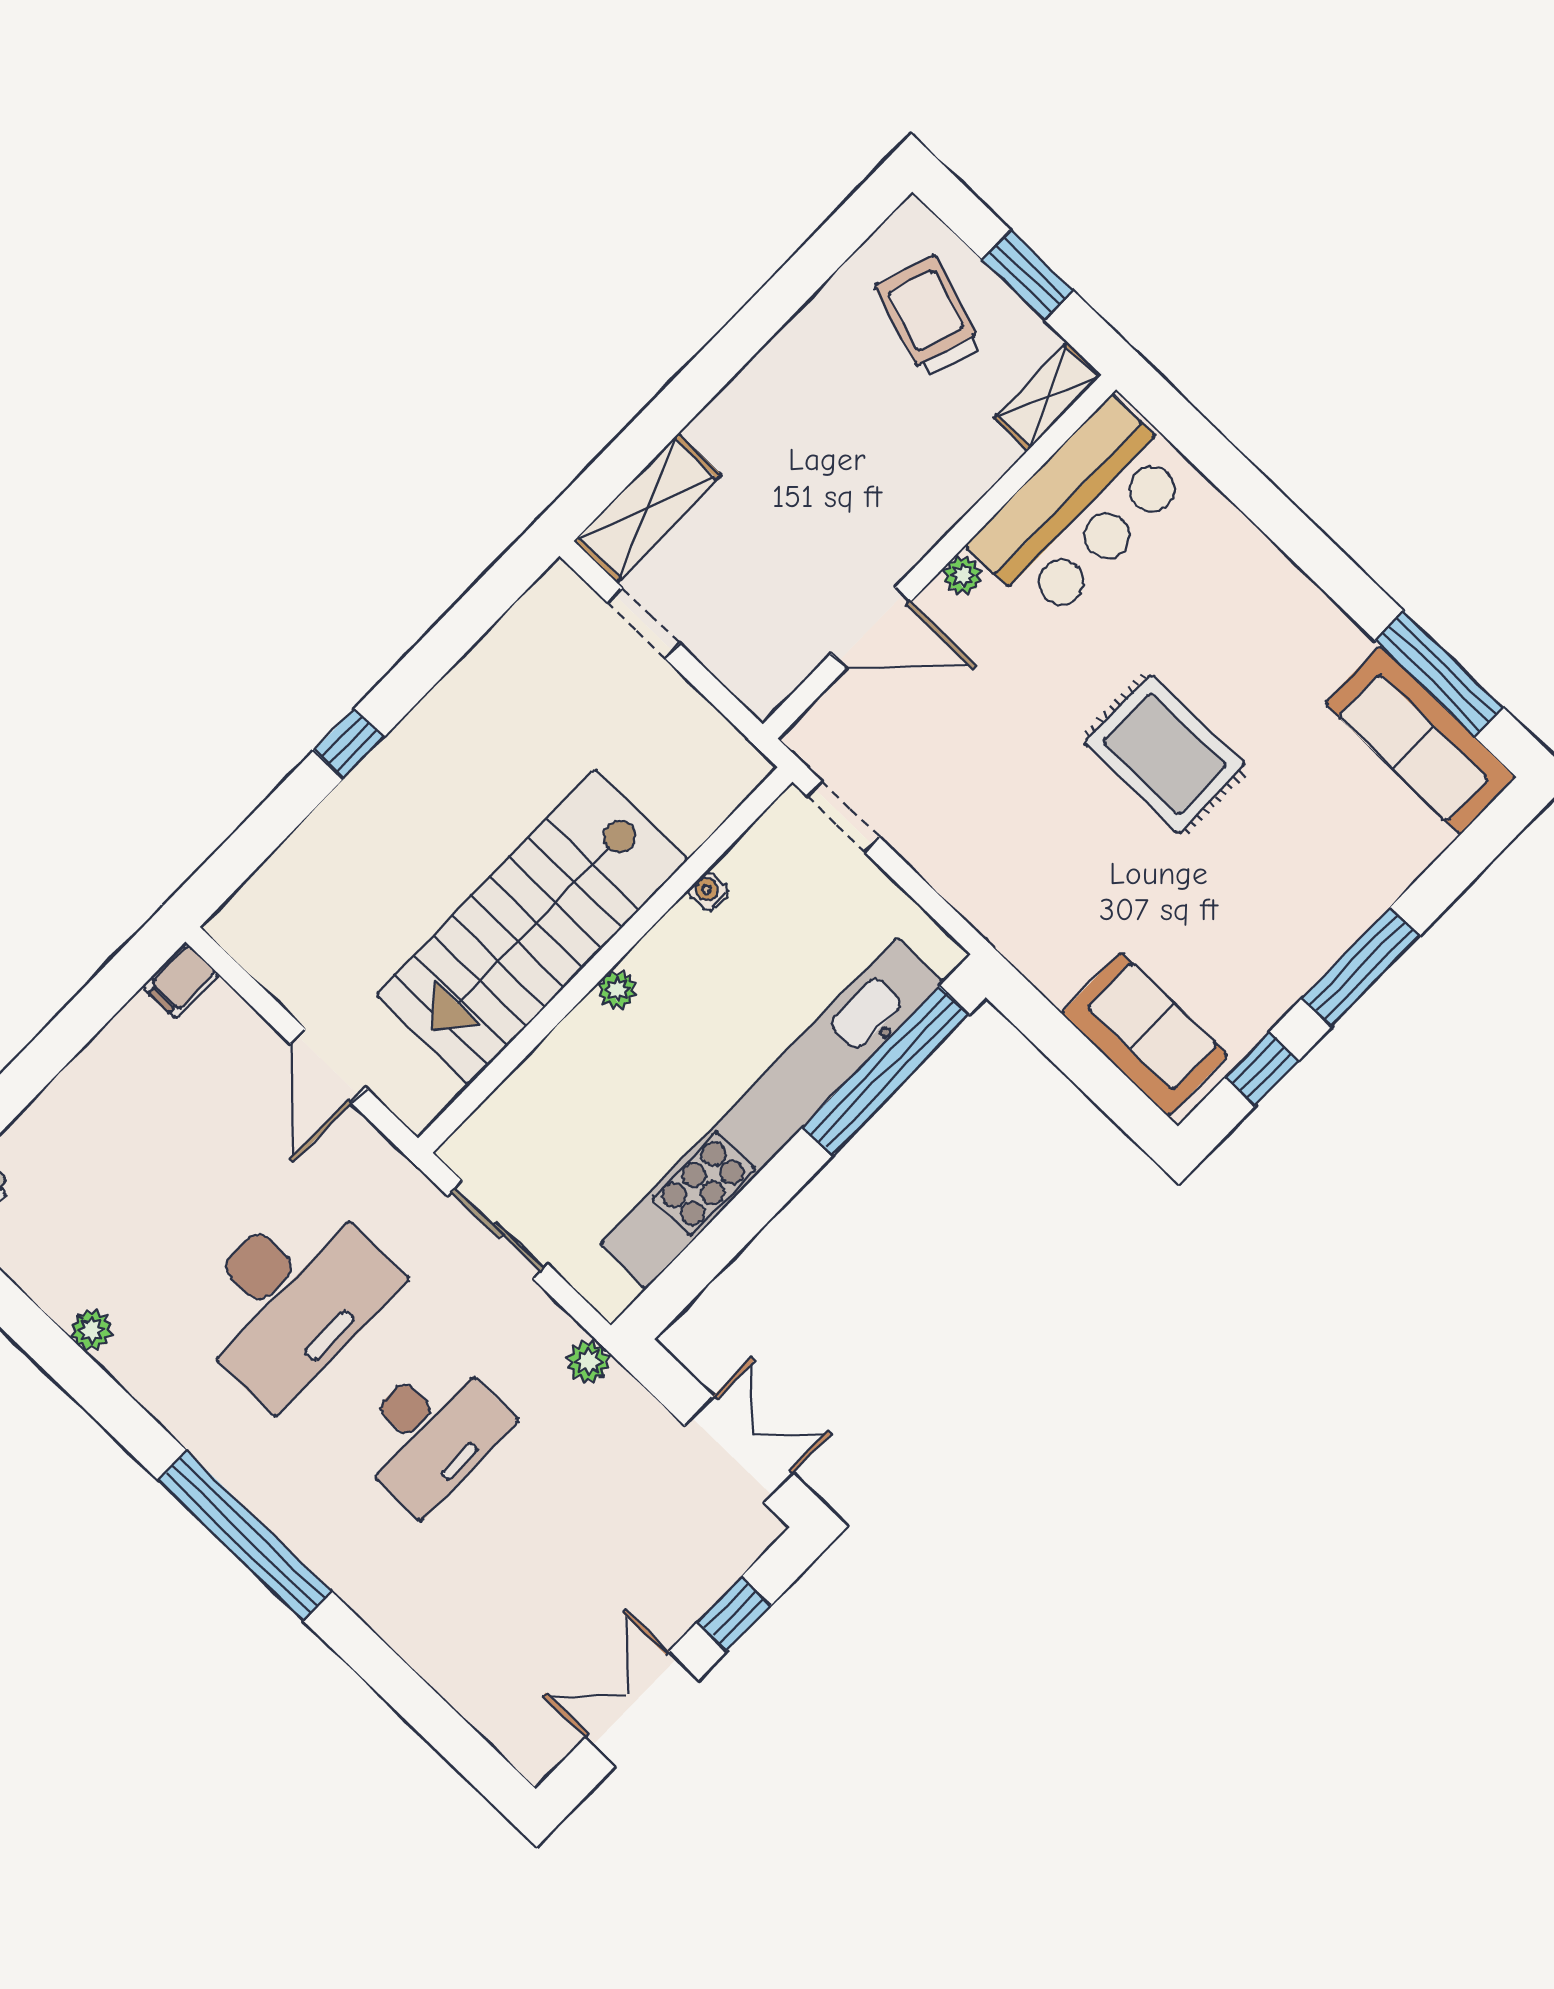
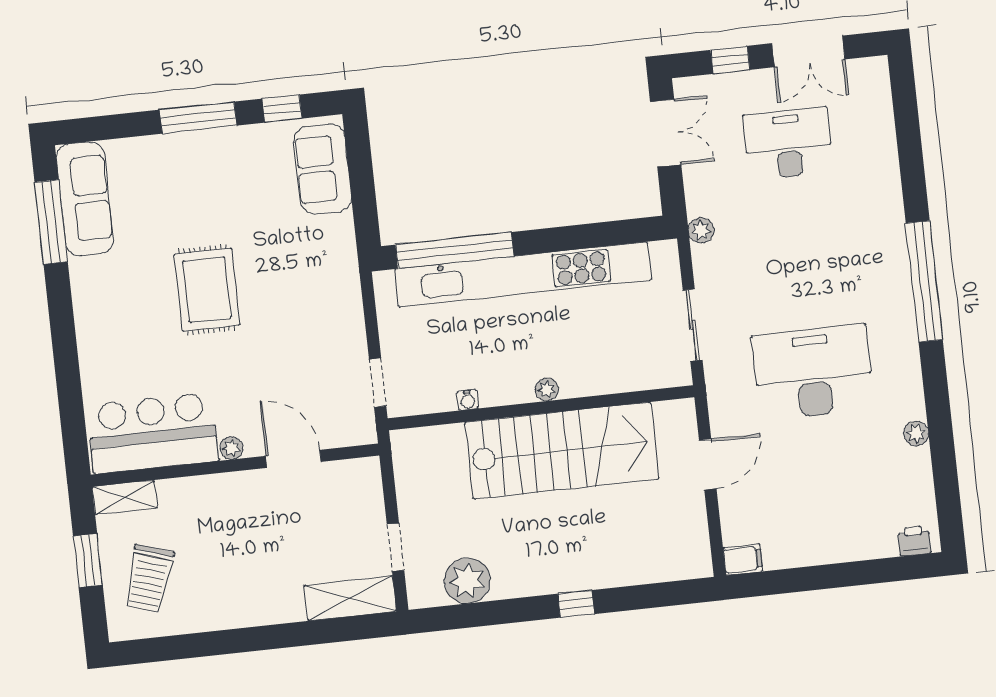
plant: (515, 657) -> (467, 581), added
desk: (430, 1433) -> (788, 144), moved
double door: (739, 1450) -> (666, 133), swing flipped

